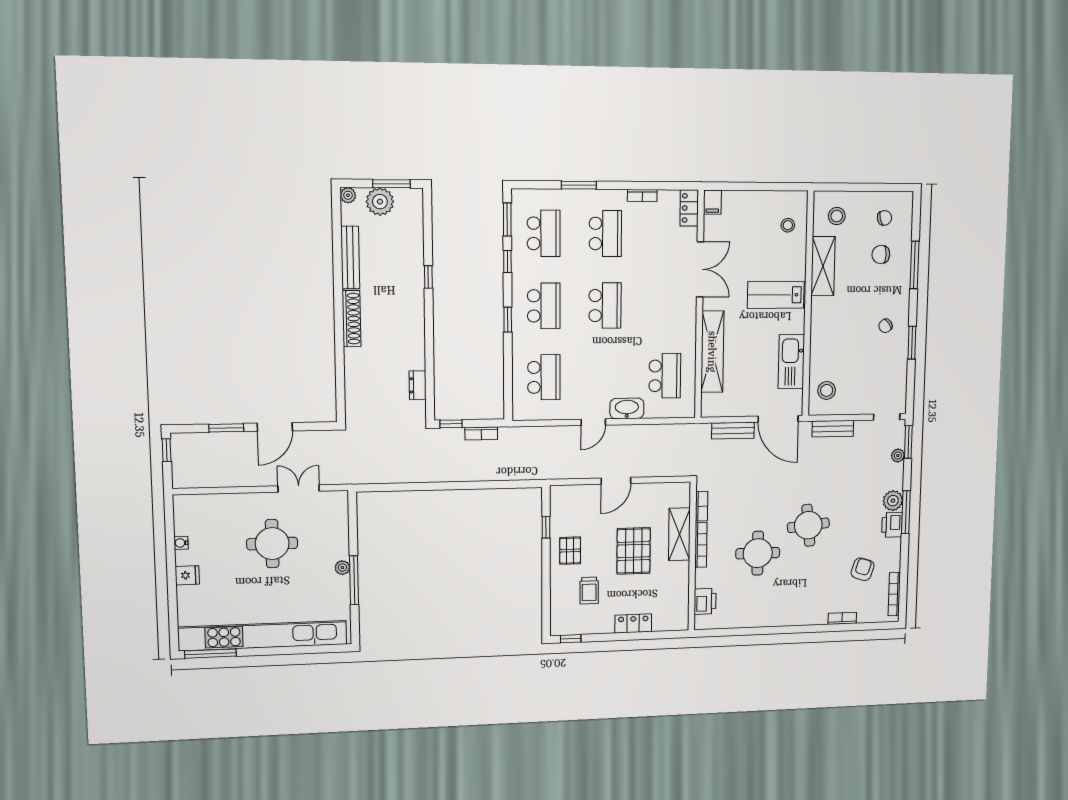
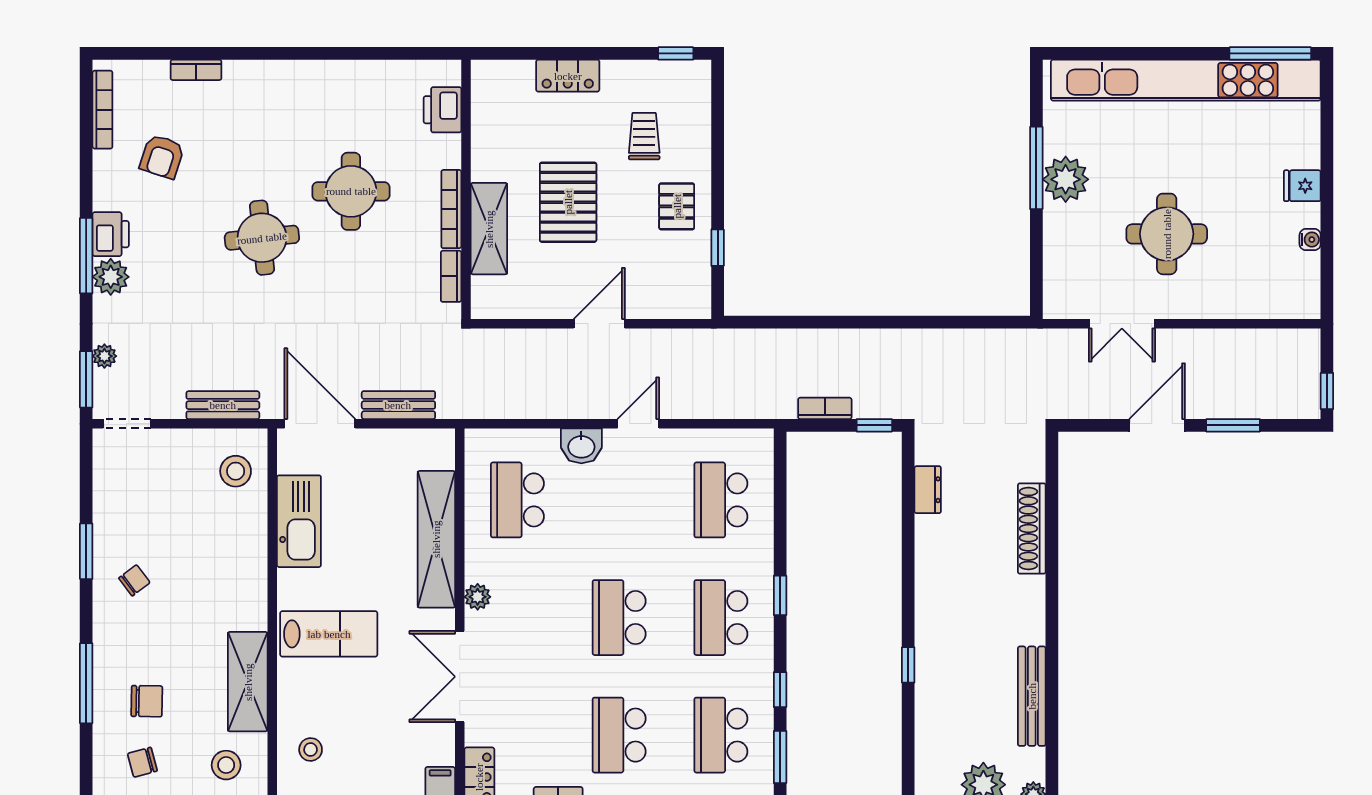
plant: (689, 318) -> (478, 597), added
shoe rack: (351, 319) -> (1032, 529), moved
washbasin: (627, 408) -> (581, 446), width x0.72
plant: (342, 568) -> (1066, 179), width x1.88, depth x1.88

